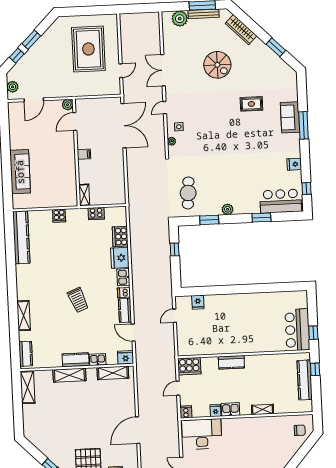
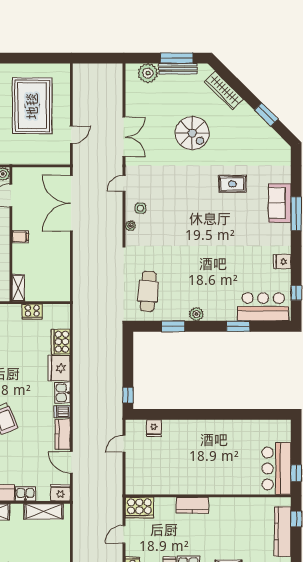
double door: (163, 70) -> (124, 137), swing flipped
double door: (123, 126) -> (71, 203), swing flipped
window: (175, 249) -> (128, 395), moved

